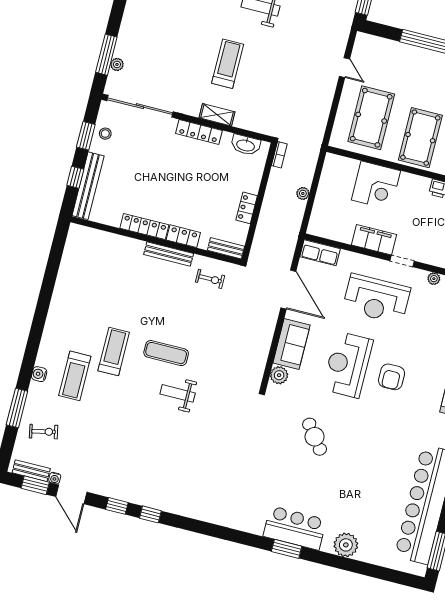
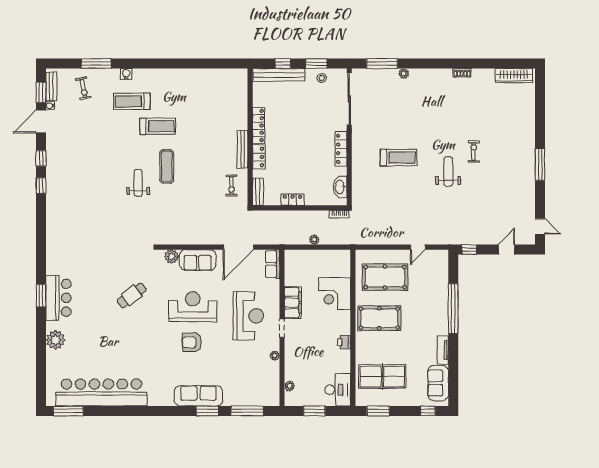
plant: (117, 64) -> (404, 74), moved
shelving: (217, 115) -> (358, 159), removed
reception desk: (376, 299) -> (248, 316), turned 180

